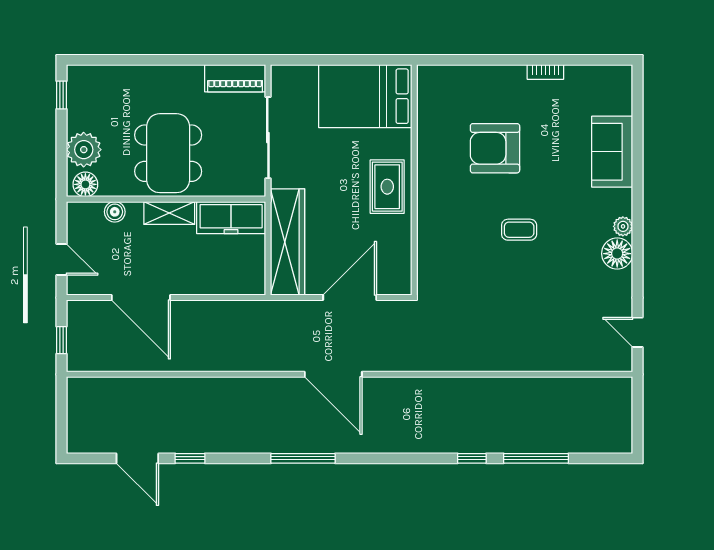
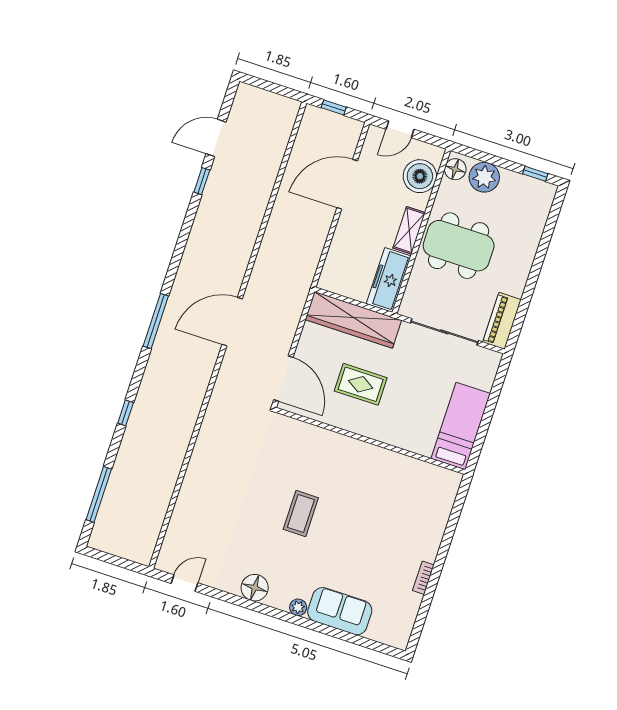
bed: (365, 96) -> (461, 426), width x0.67
armchair: (495, 148) -> (374, 516), removed
rug: (387, 187) -> (361, 384), moved
boiler: (115, 212) -> (420, 176), width x1.86, depth x1.86
plant: (623, 226) -> (298, 607), moved
coffee table: (519, 230) -> (301, 513), width x1.36, depth x1.30
door: (350, 298) -> (283, 378), moved
window: (303, 458) -> (156, 321), moved
window: (536, 458) -> (99, 494), moved

